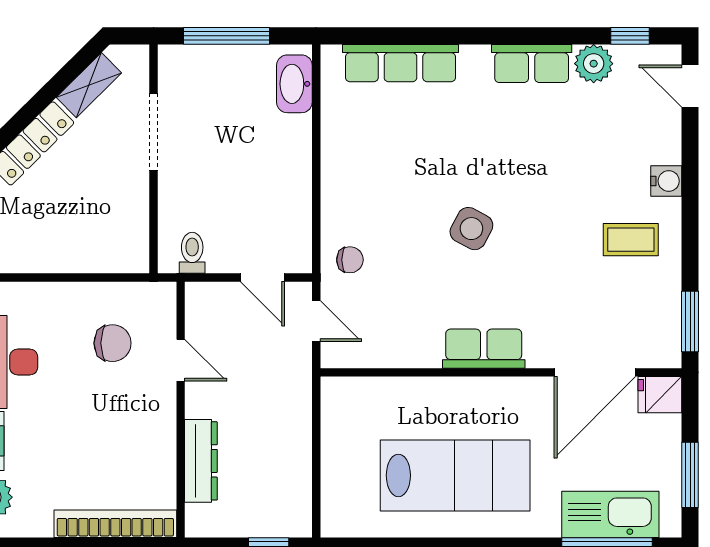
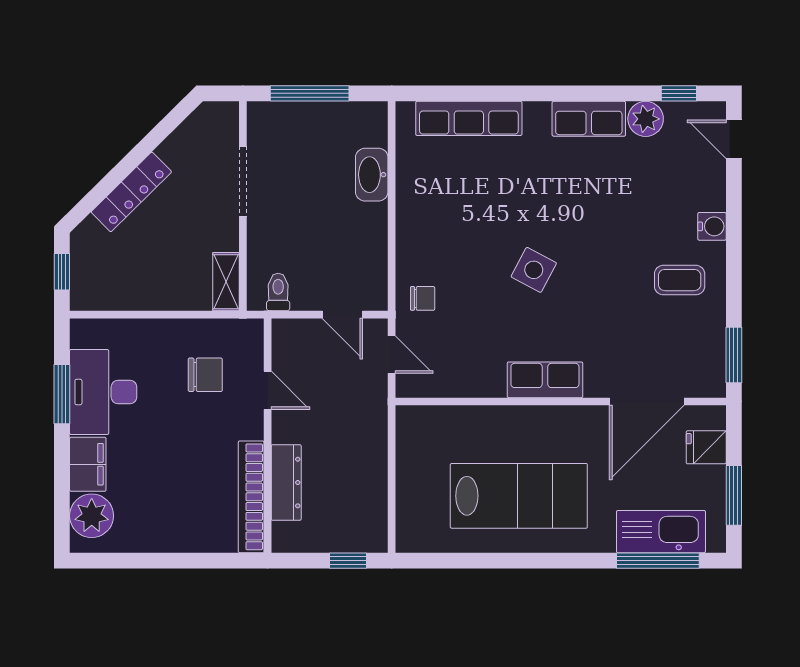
washbasin: (294, 84) -> (372, 175), moved
shelving: (89, 85) -> (226, 282), moved, turned -45
fridge: (660, 395) -> (706, 447), moved
bookcase: (115, 524) -> (251, 497), moved, turned -90

